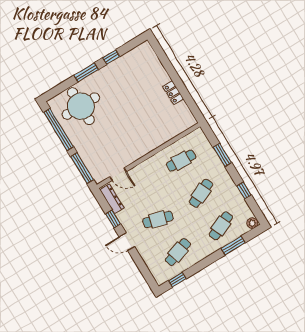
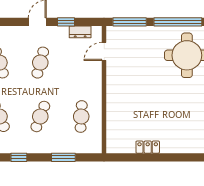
cafe table: (201, 193) -> (40, 116), turned 45
dresser: (112, 199) -> (80, 32), width x0.70

